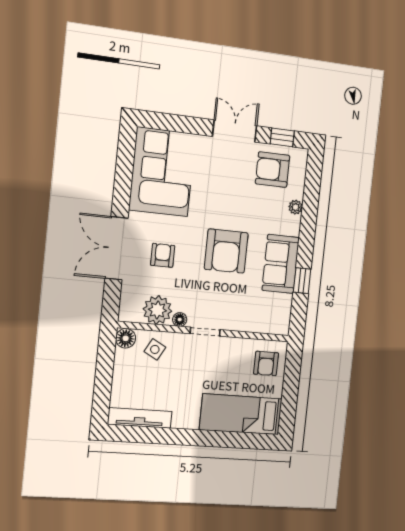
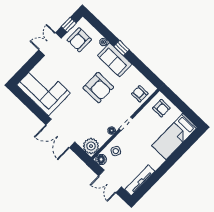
armchair: (163, 255) -> (140, 94), moved
sofa: (281, 264) -> (115, 60), moved
window: (302, 281) -> (122, 48), moved
plant: (157, 310) -> (91, 146), moved
double door: (104, 377) -> (110, 181), added

